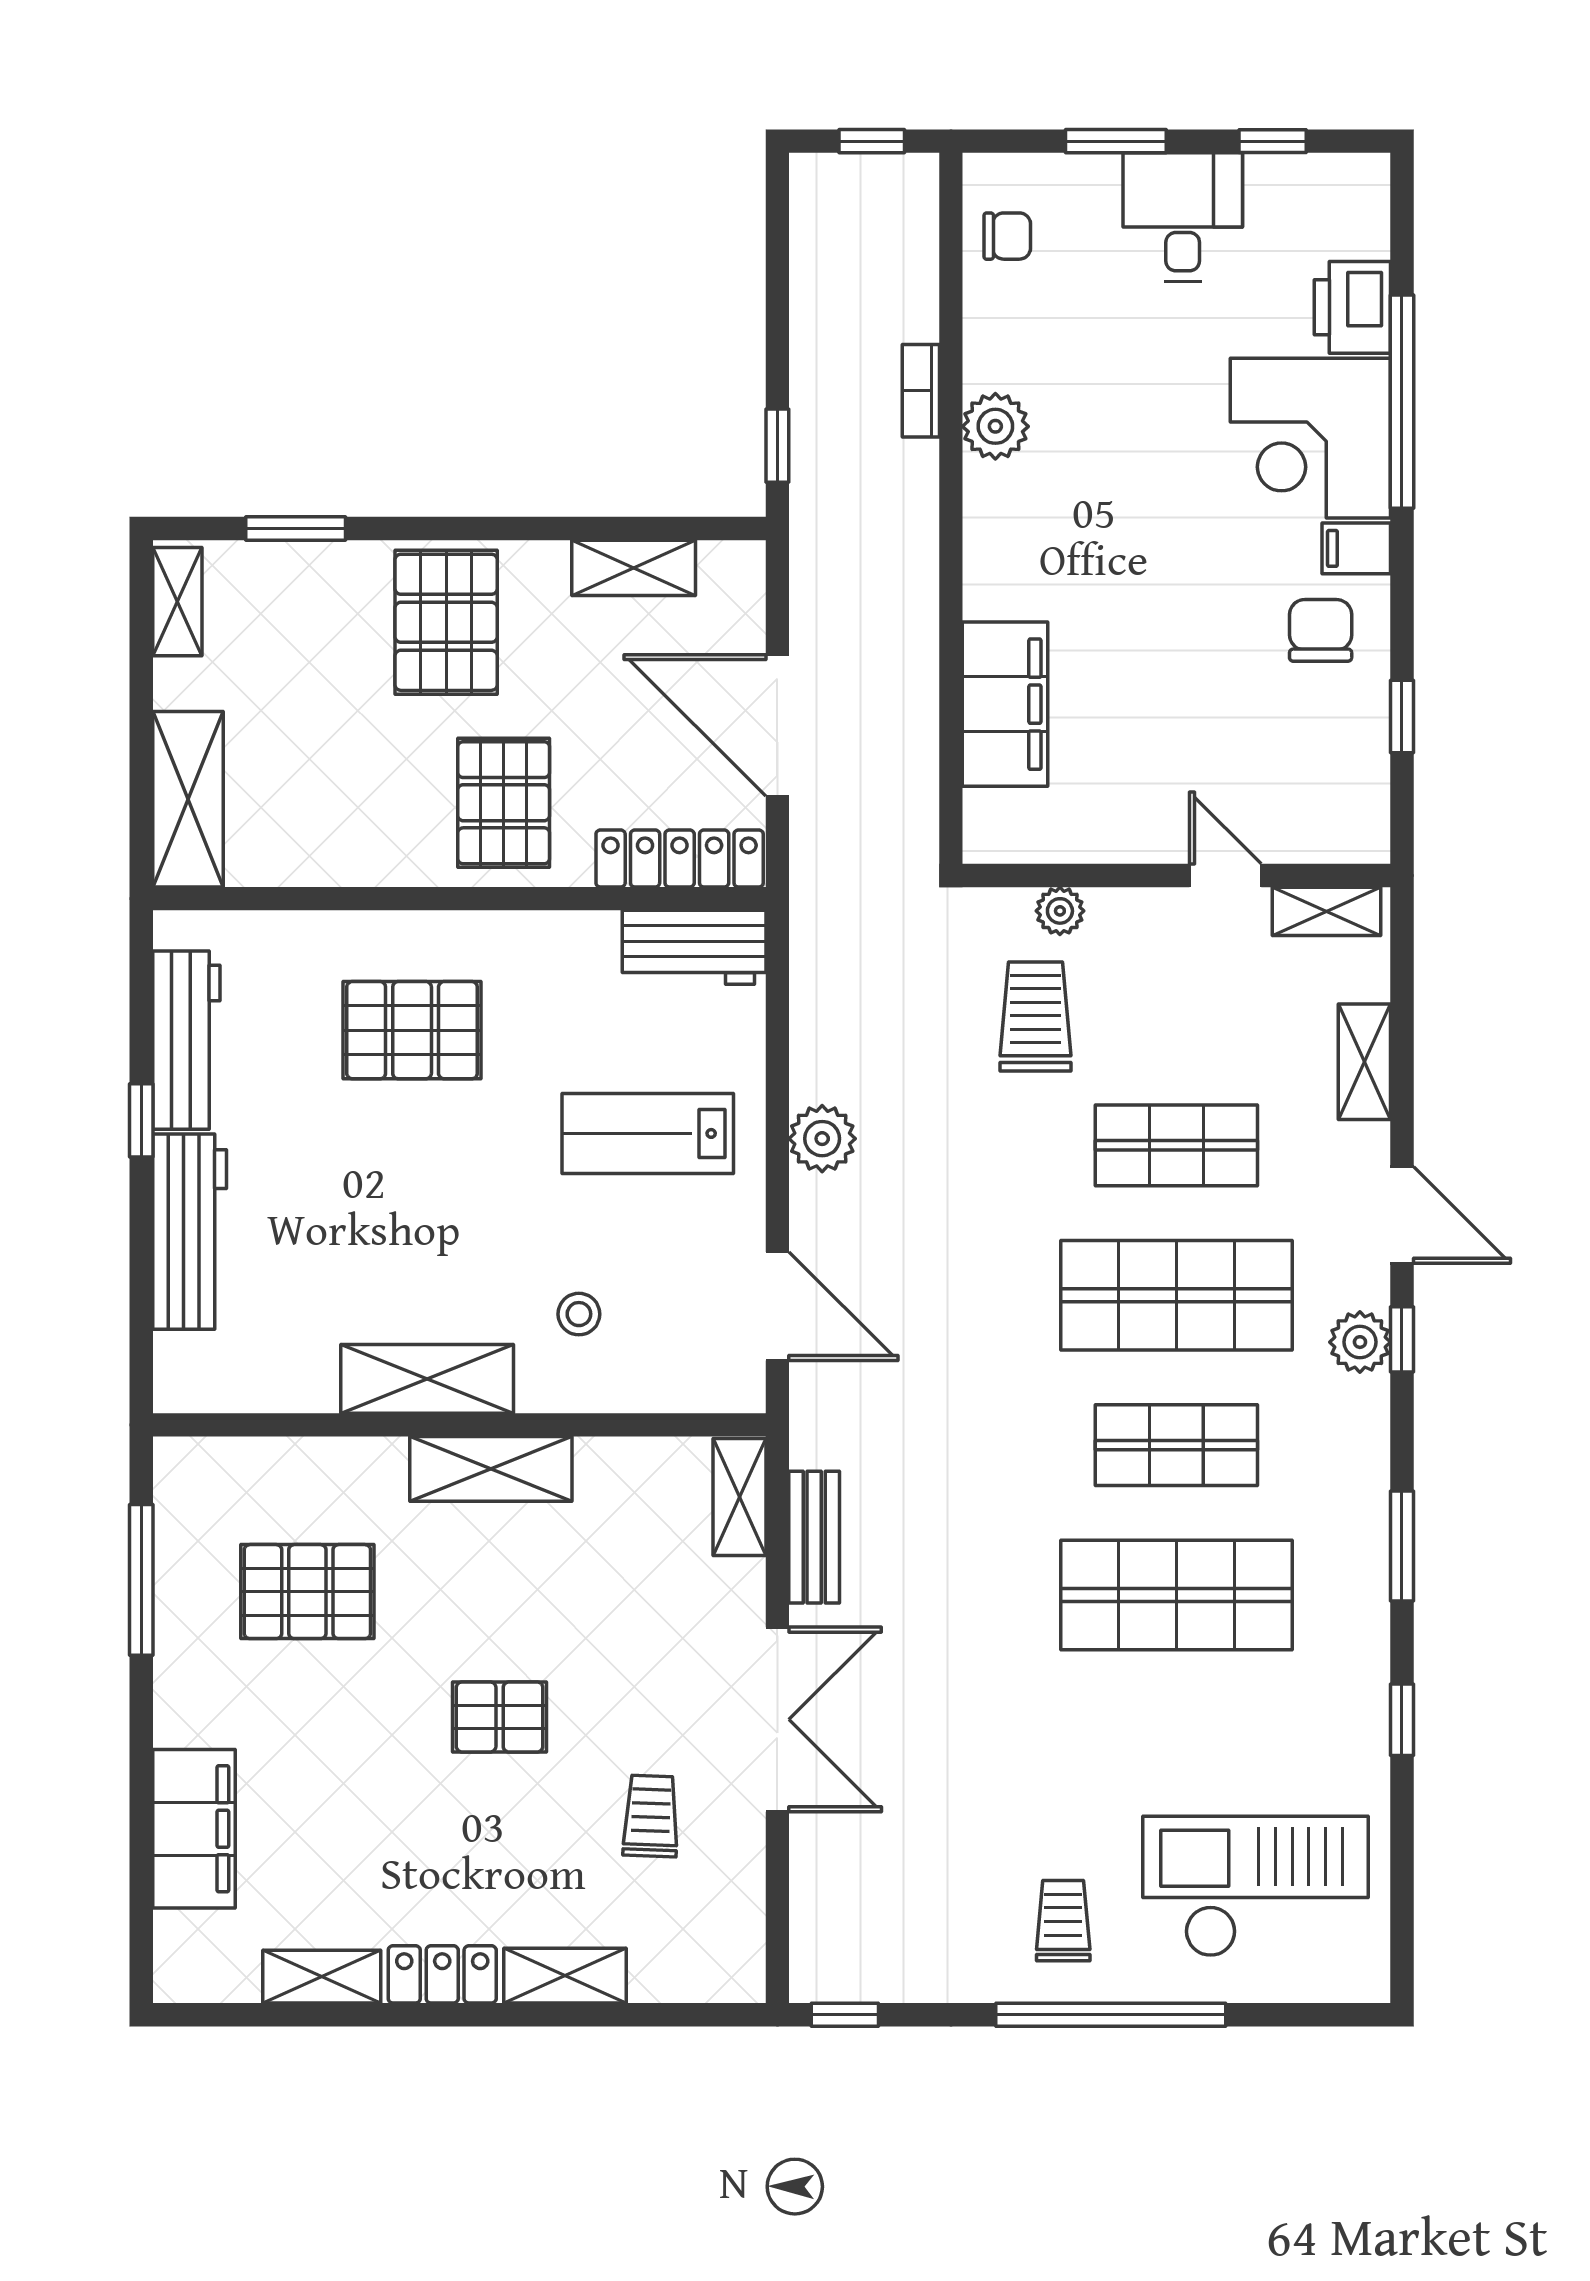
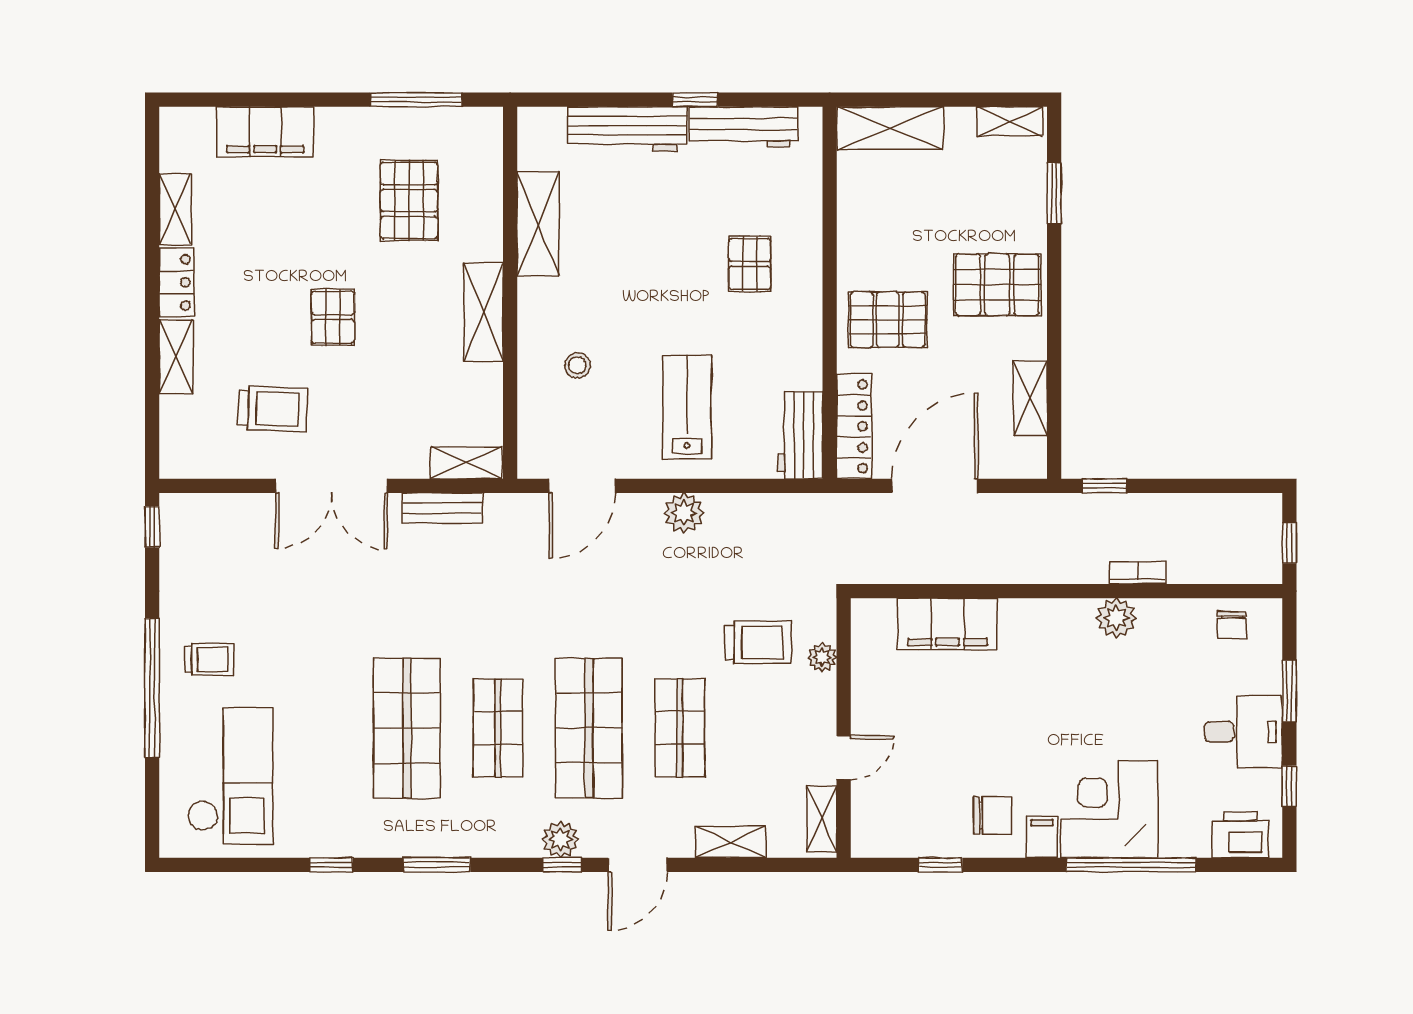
printer: (1352, 307) -> (1240, 835), moved
pallet: (412, 1030) -> (750, 264), width x0.67, depth x0.71
shelving: (427, 1379) -> (538, 224), moved
trolley: (651, 1816) -> (273, 409), width x1.36, depth x1.39

